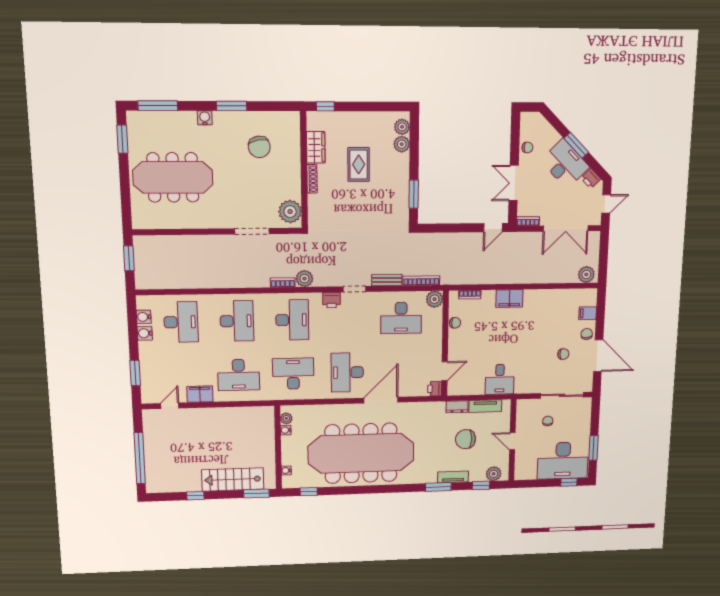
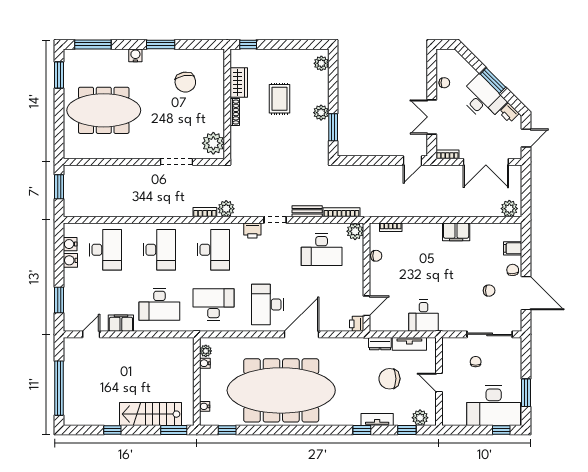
plant: (402, 144) -> (321, 113), moved
filing cabinet: (509, 298) -> (456, 232), moved
window: (438, 487) -> (362, 430), width x0.67

